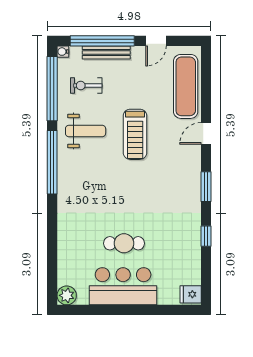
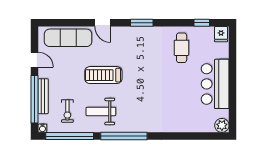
weight bench: (86, 131) -> (101, 111), turned -90
treadmill: (135, 134) -> (103, 75), turned 180
window: (206, 236) -> (202, 23), moved
cafe table: (124, 243) -> (182, 48), moved

